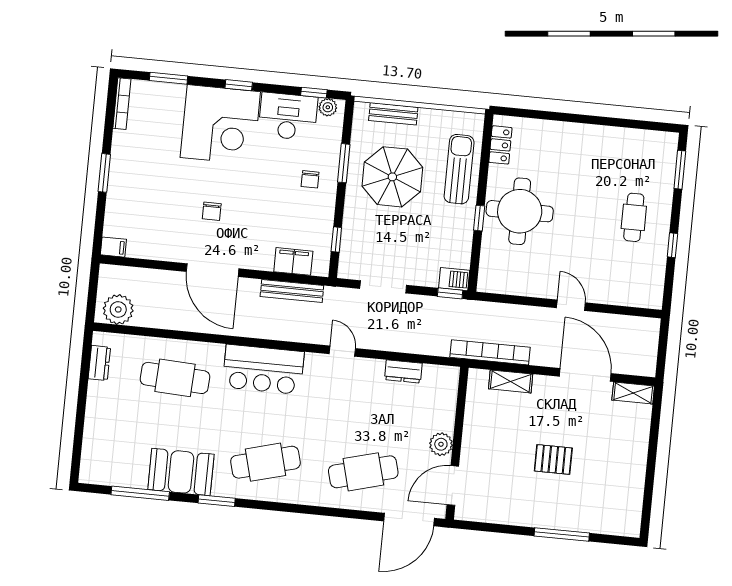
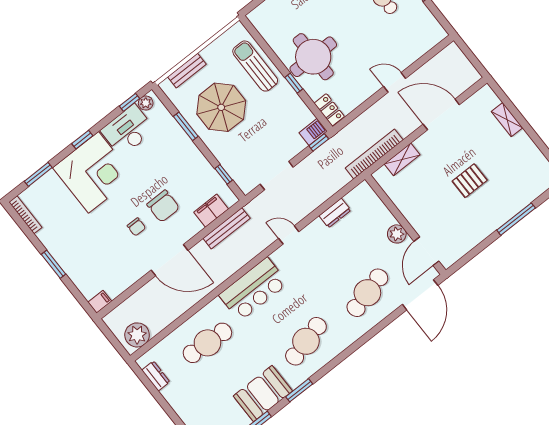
locker: (500, 145) -> (329, 110), moved
chair: (310, 179) -> (163, 206), moved, width x1.87, depth x1.87
shelving: (633, 393) -> (507, 120), moved, turned 90

